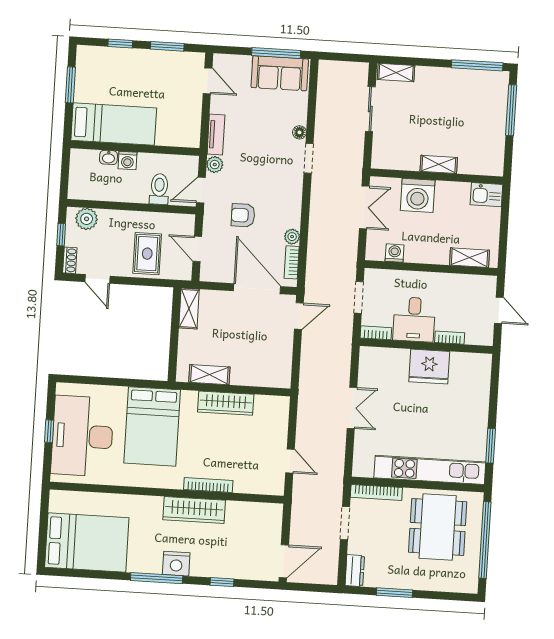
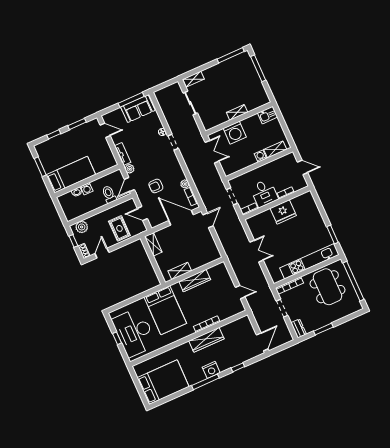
washing machine: (395, 253) -> (260, 156), moved
door: (97, 279) -> (102, 253), swing flipped

